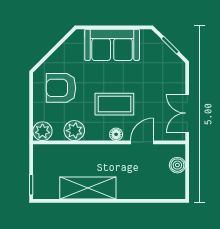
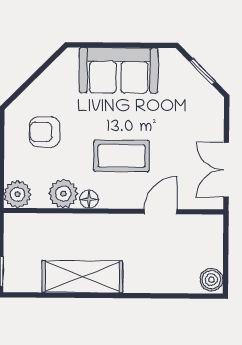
armchair: (61, 88) -> (45, 132), width x0.72, depth x0.72
floor lamp: (116, 134) -> (89, 199), moved
boiler: (177, 165) -> (211, 280), moved

